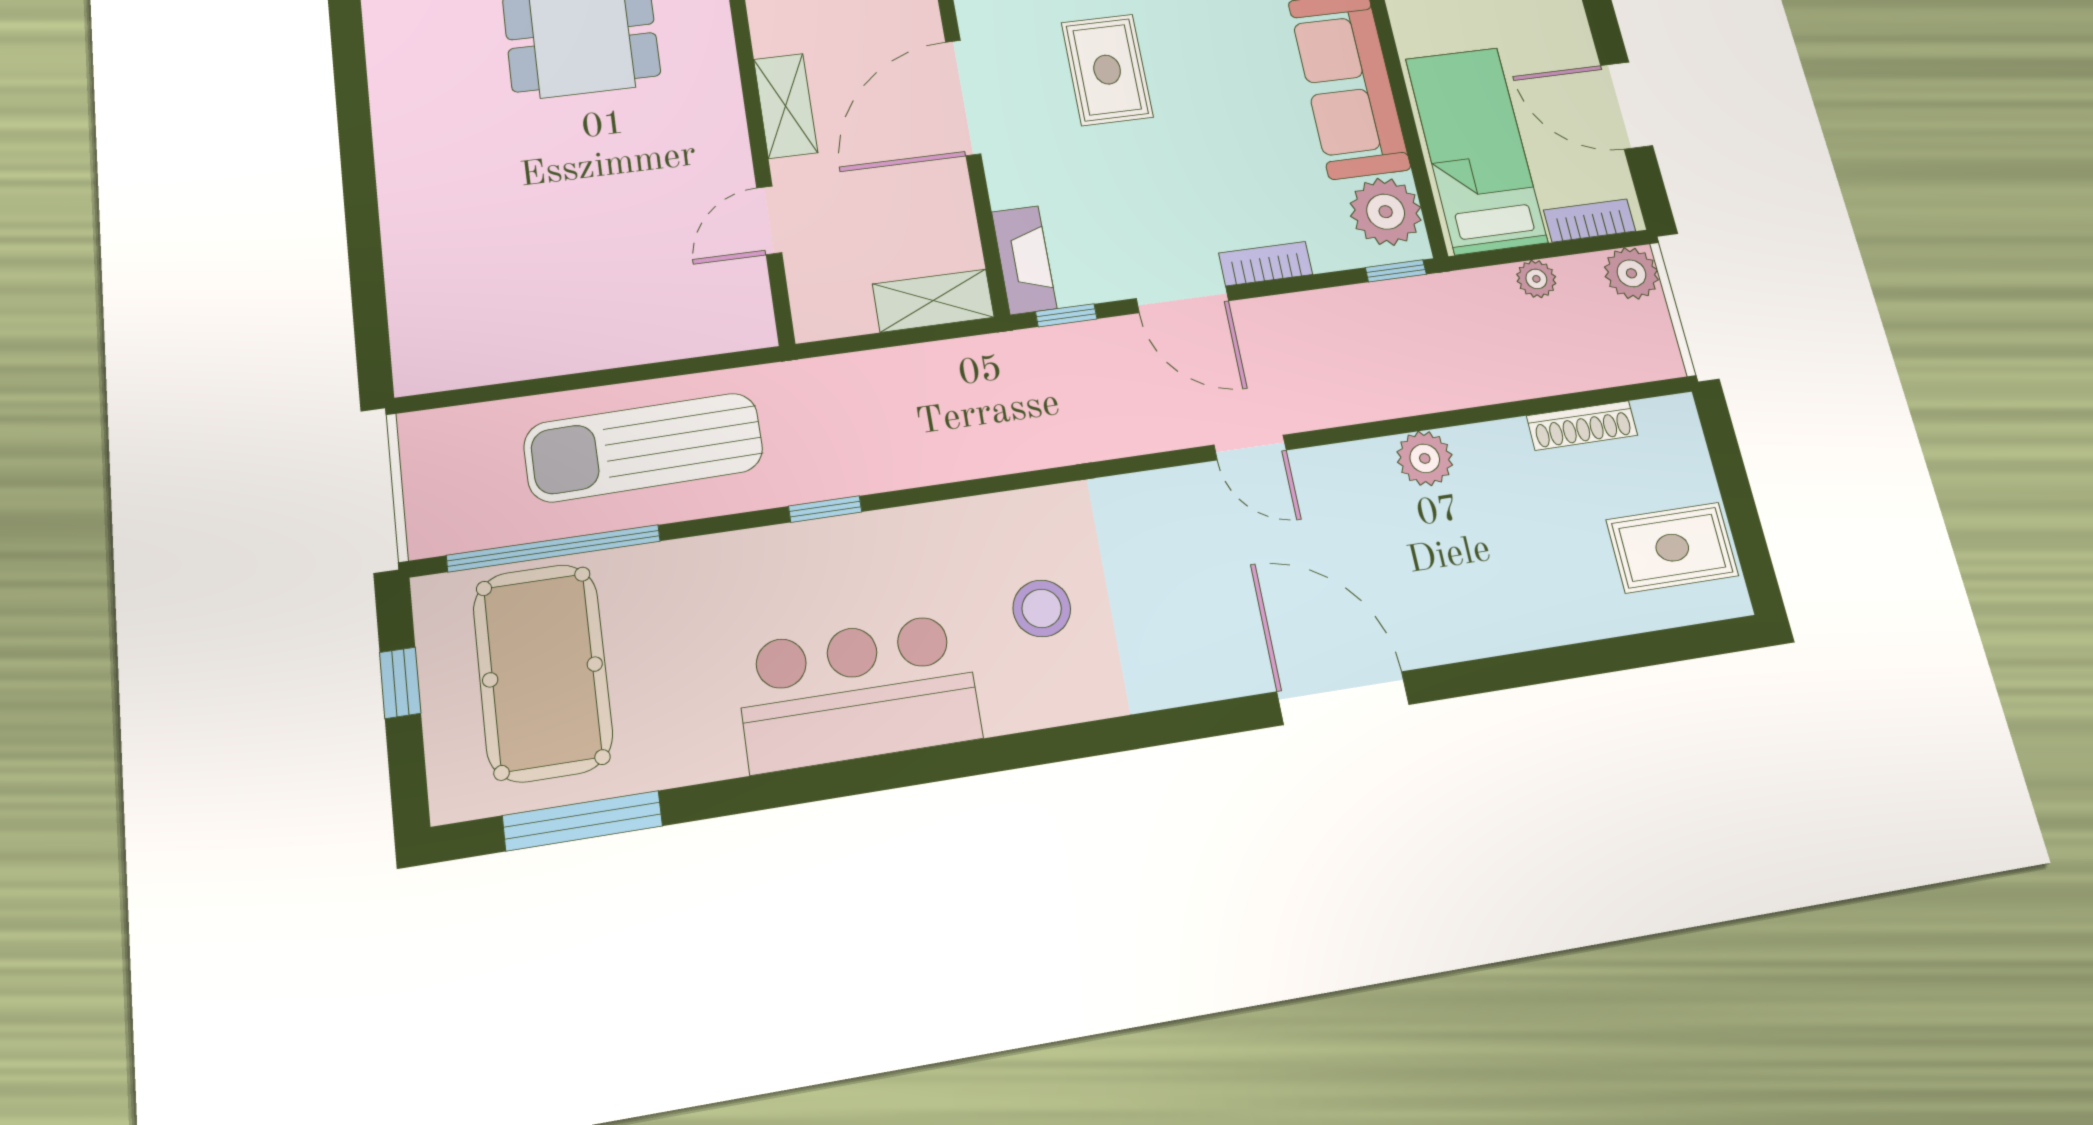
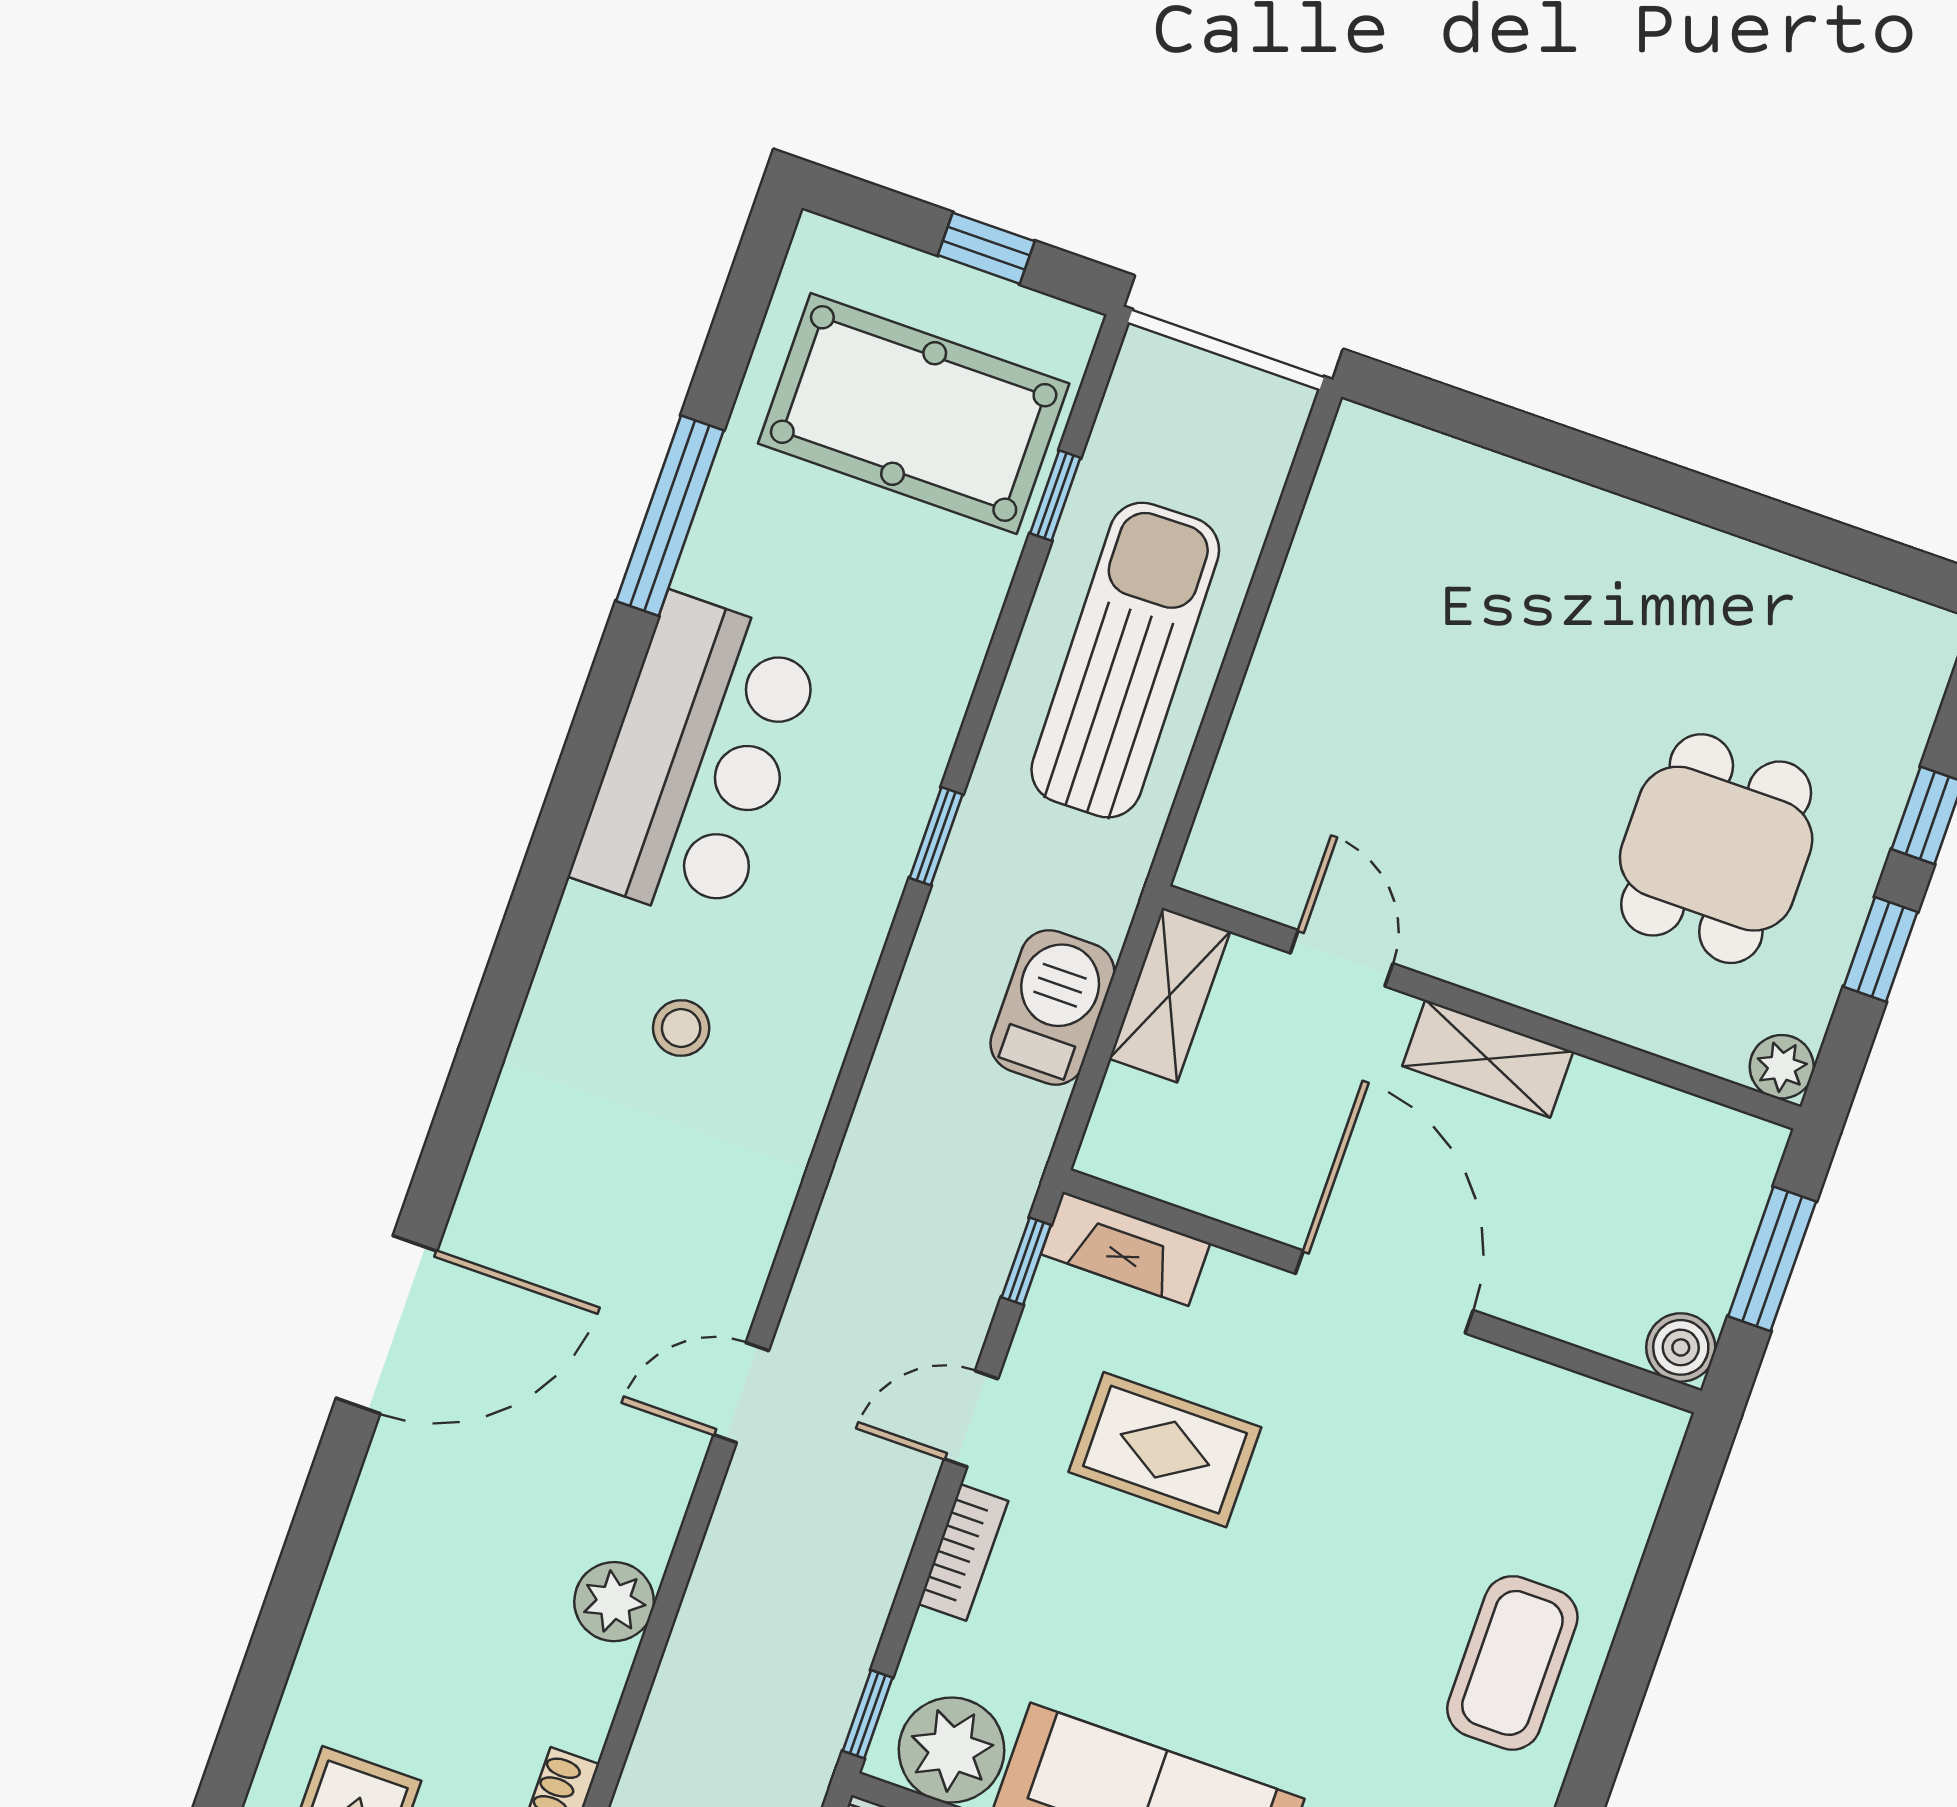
rug: (1107, 70) -> (1165, 1450), moved
door: (1182, 300) -> (971, 1419), width x0.73
shelving: (933, 301) -> (1170, 995), moved
barbecue: (897, 379) -> (1052, 1007), added
window: (554, 548) -> (1055, 496), width x0.32
stool: (1042, 608) -> (681, 1028), width x0.73, depth x0.73
window: (582, 821) -> (670, 516), moved

